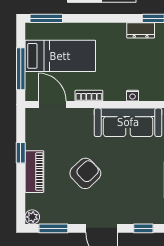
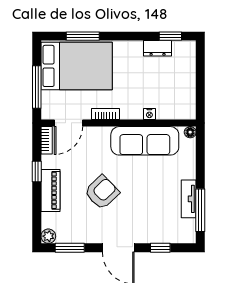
window: (46, 18) -> (83, 36), moved
bed: (60, 56) -> (77, 66), width x1.50
door: (52, 105) -> (68, 123), swing flipped
bookcase: (31, 122) -> (47, 140), added

